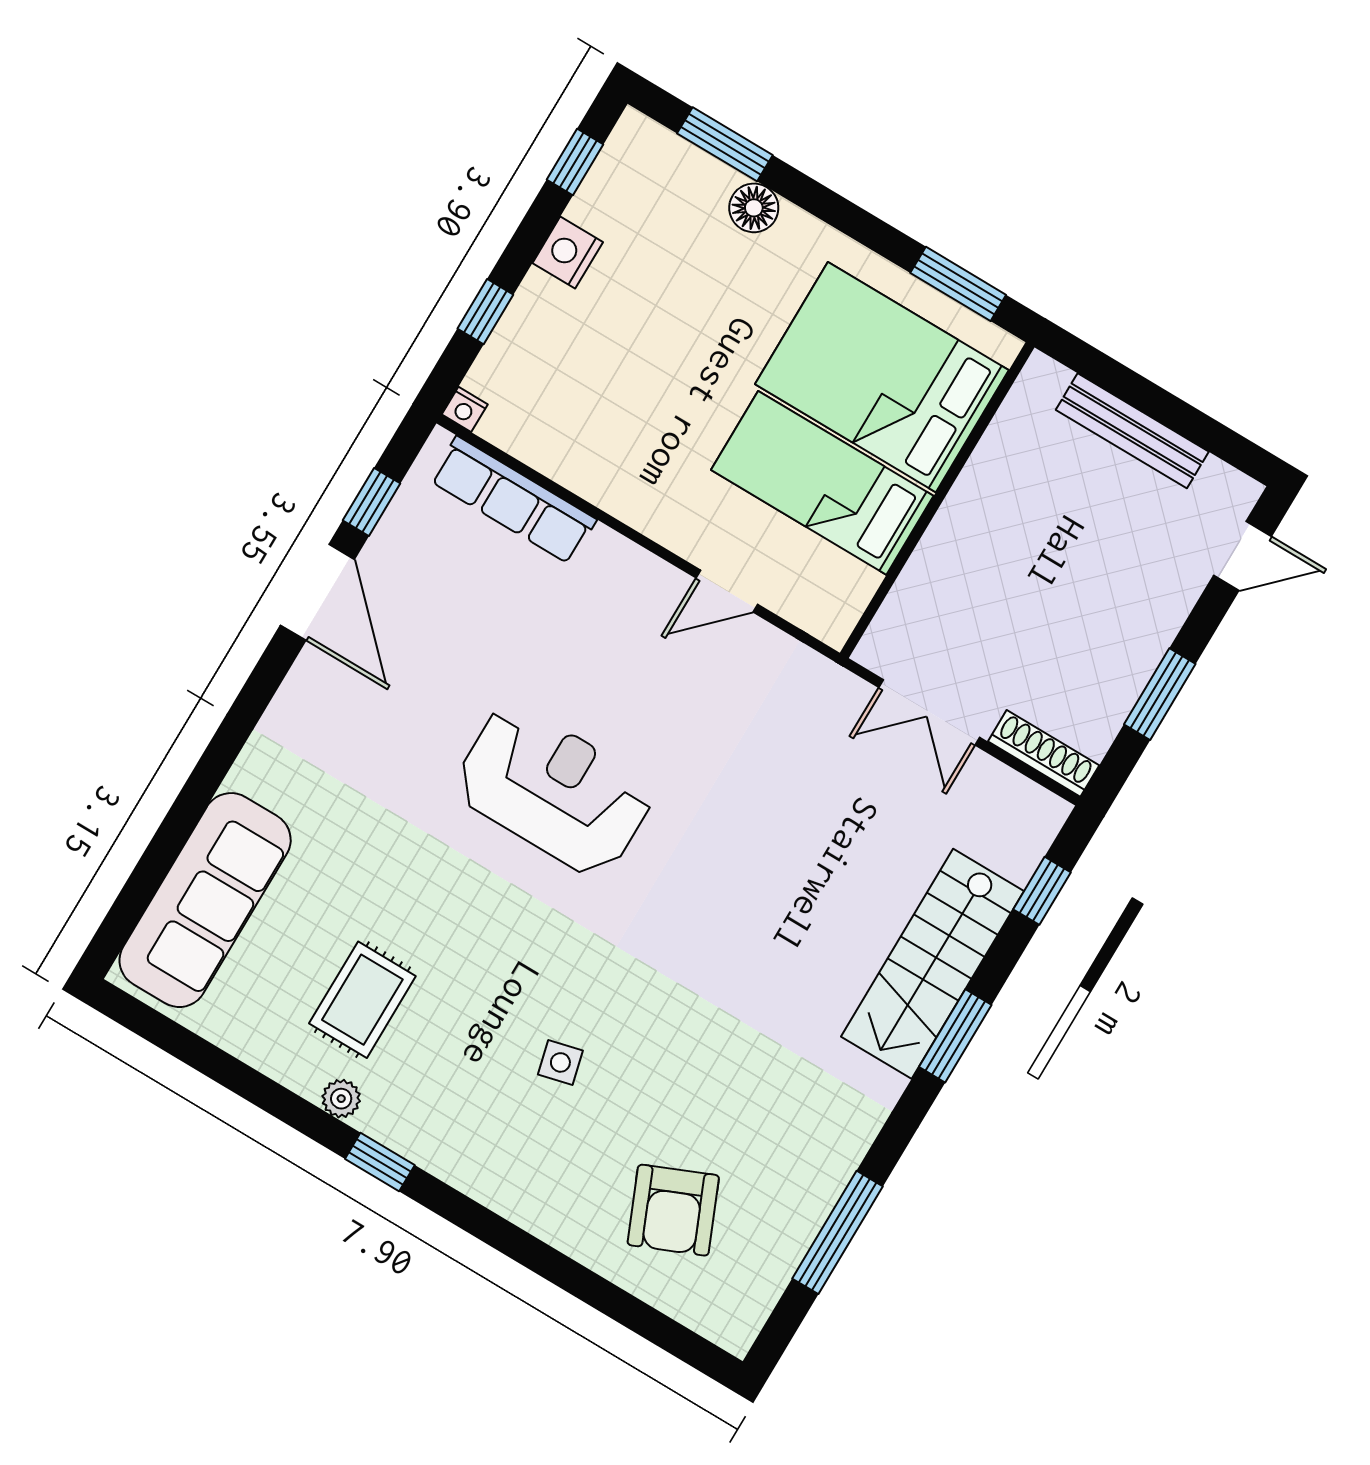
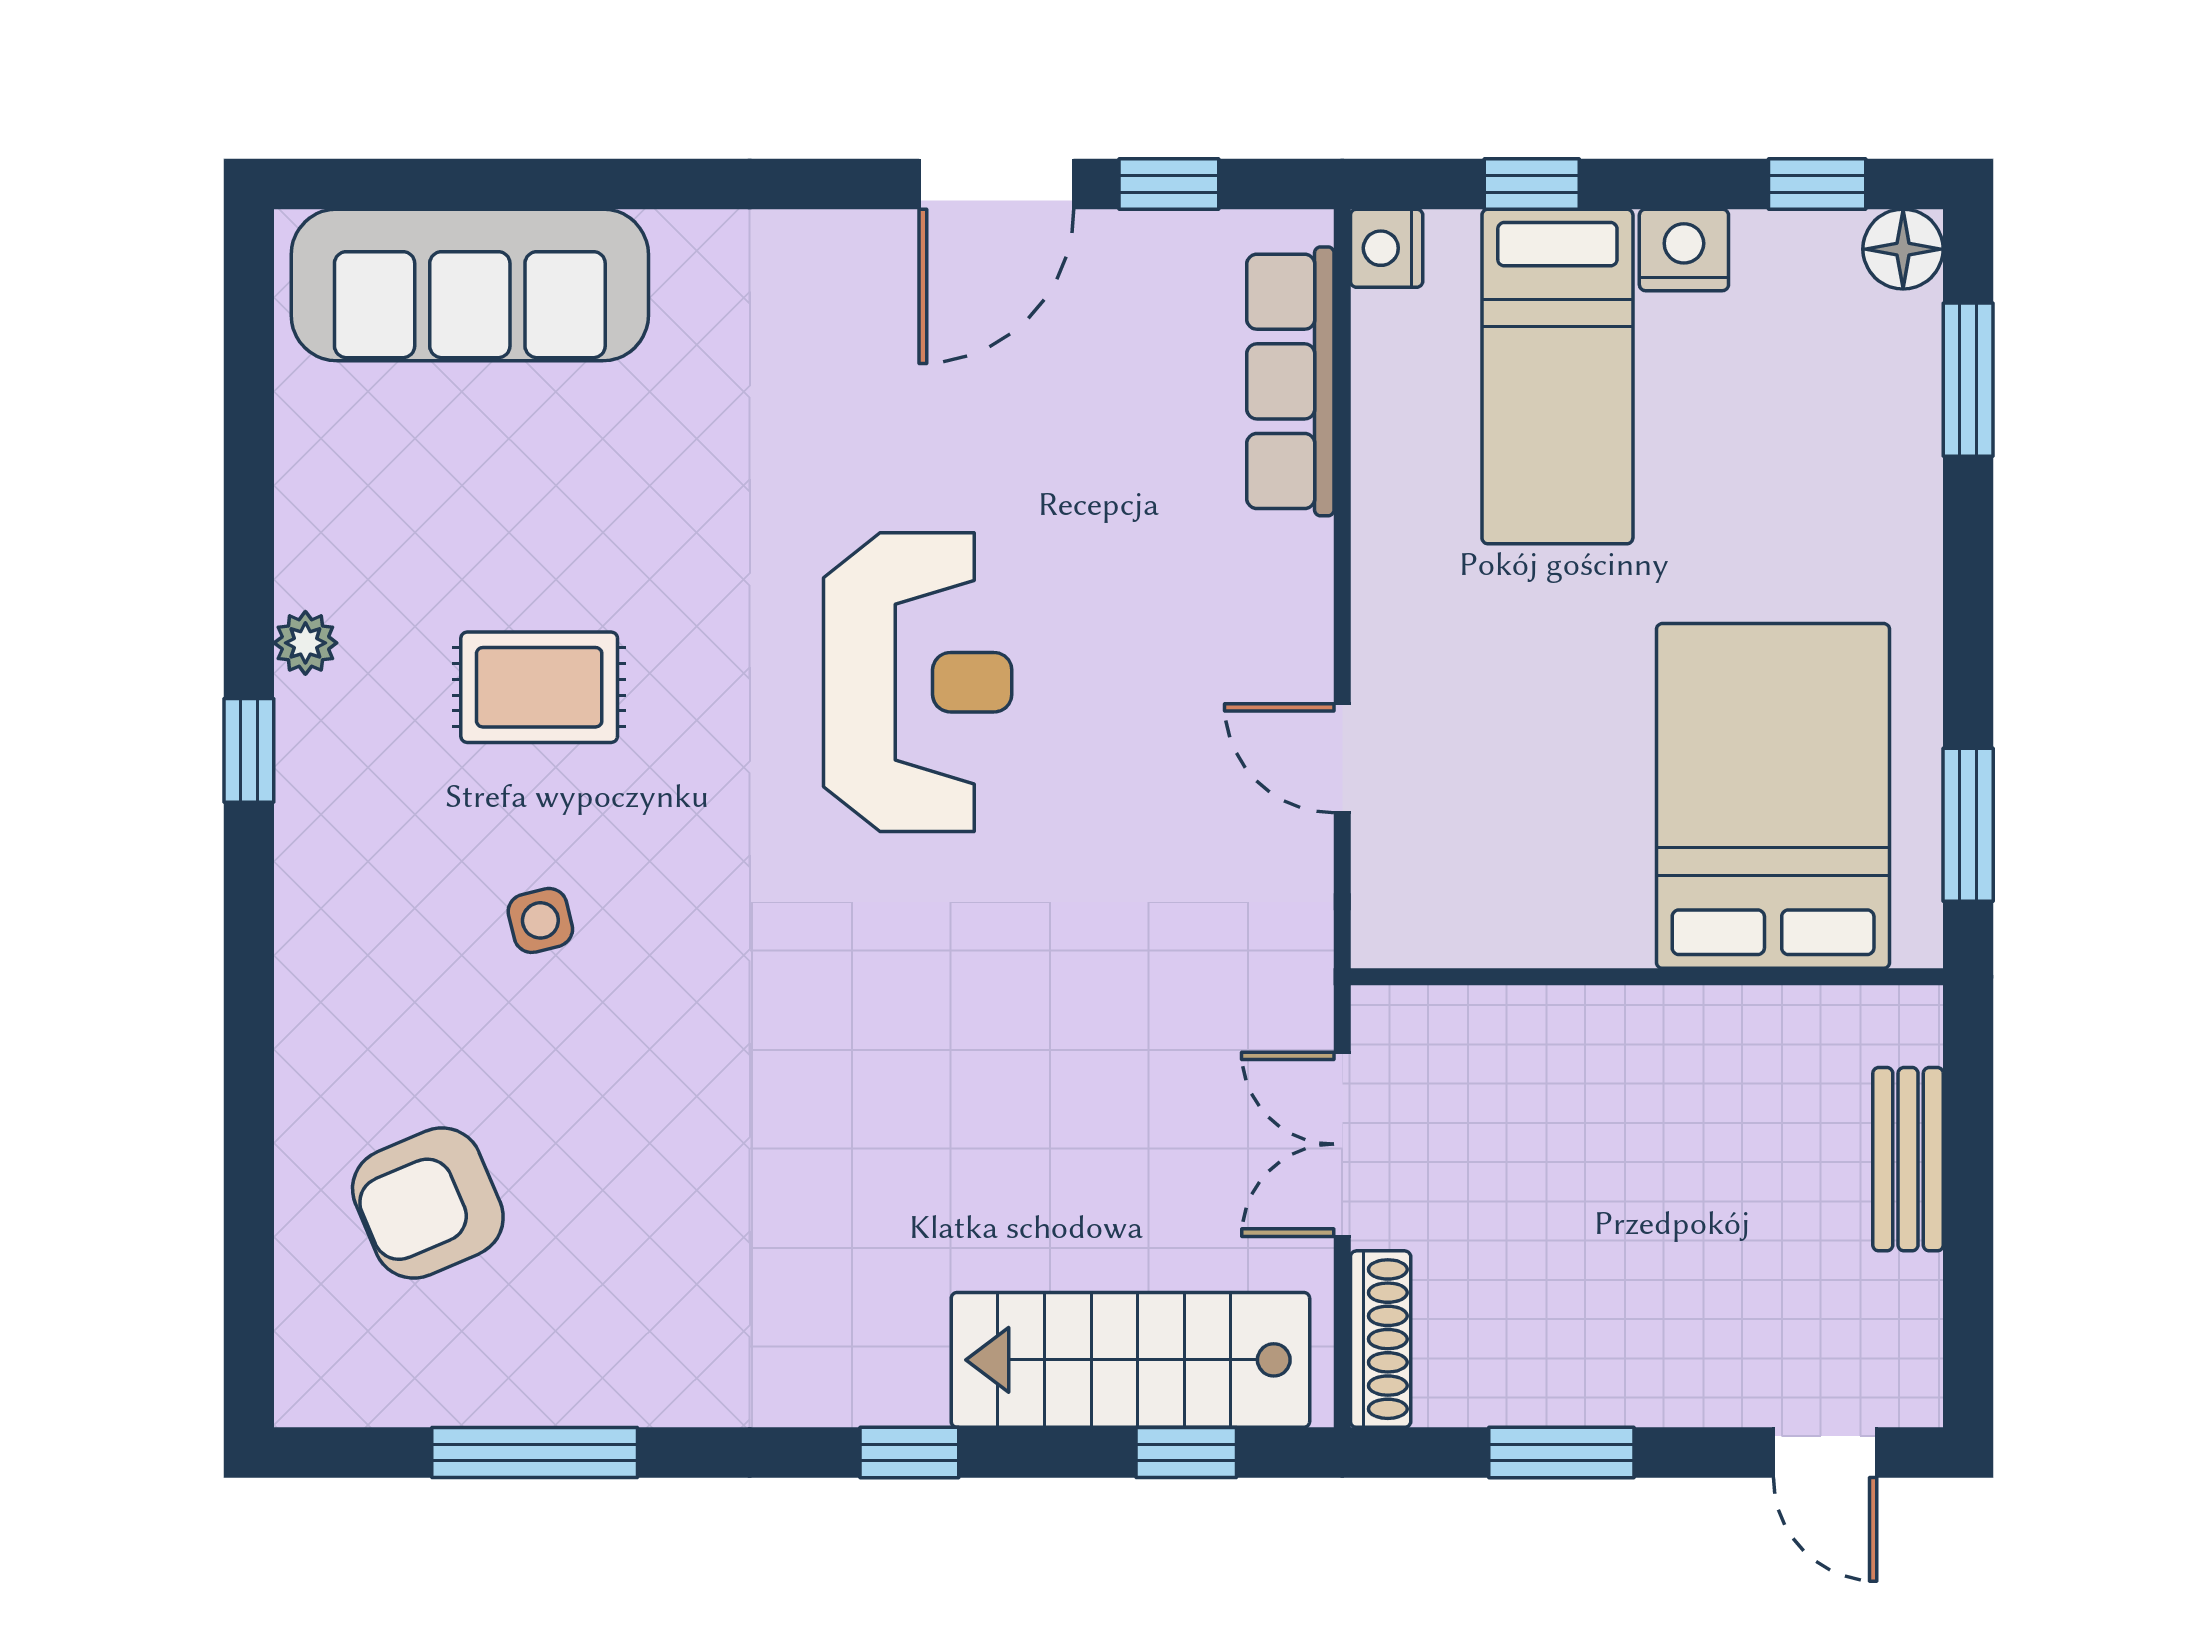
floor lamp: (754, 208) -> (1903, 249), moved
nightstand: (465, 409) -> (1387, 248), width x1.39, depth x1.35
bench: (1132, 431) -> (1908, 1159), width x0.73
bed: (822, 483) -> (1557, 376), moved, turned 180
stairs: (932, 964) -> (1130, 1360), moved
rug: (362, 1000) -> (539, 687), moved
window: (955, 1036) -> (909, 1453), width x0.67

